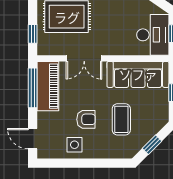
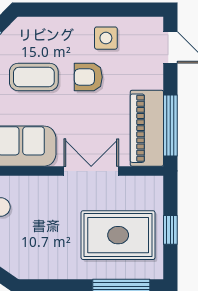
window: (33, 34) -> (170, 230), moved
coffee table: (121, 119) -> (34, 77), turned 90

